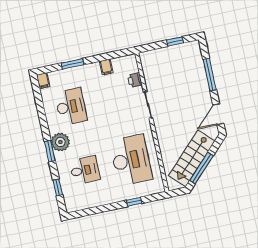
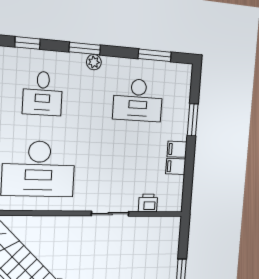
filing cabinet: (43, 81) -> (177, 149), moved
window: (39, 103) -> (155, 55), added
plant: (60, 142) -> (94, 62), width x0.53, depth x0.53

